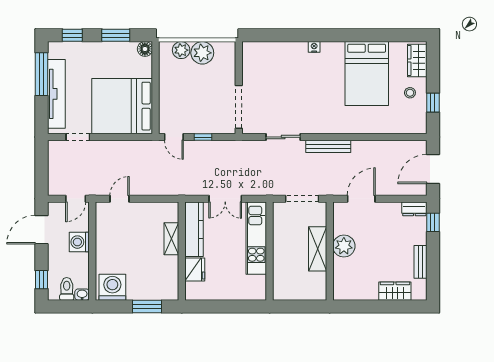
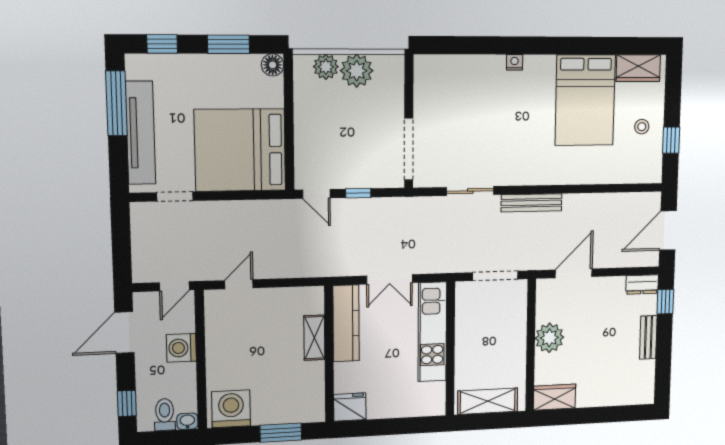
wardrobe: (417, 60) -> (638, 68), moved, turned -90
shelving: (318, 249) -> (488, 401), moved, turned 90
bench: (420, 262) -> (648, 337), moved
fridge: (195, 269) -> (350, 407), moved, turned -90
wardrobe: (395, 291) -> (555, 397), moved

